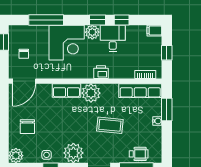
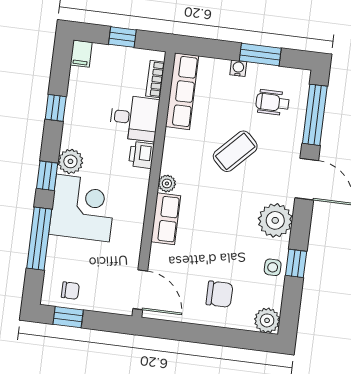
window: (98, 20) -> (47, 176), moved
desk: (113, 38) -> (134, 118), moved, turned 180
chair: (24, 54) -> (70, 291), moved
plant: (91, 93) -> (167, 183), width x0.53, depth x0.53
window: (167, 109) -> (260, 54), moved
coffee table: (110, 125) -> (235, 151), turned 38
wheelchair: (139, 154) -> (273, 103), moved, turned -90

